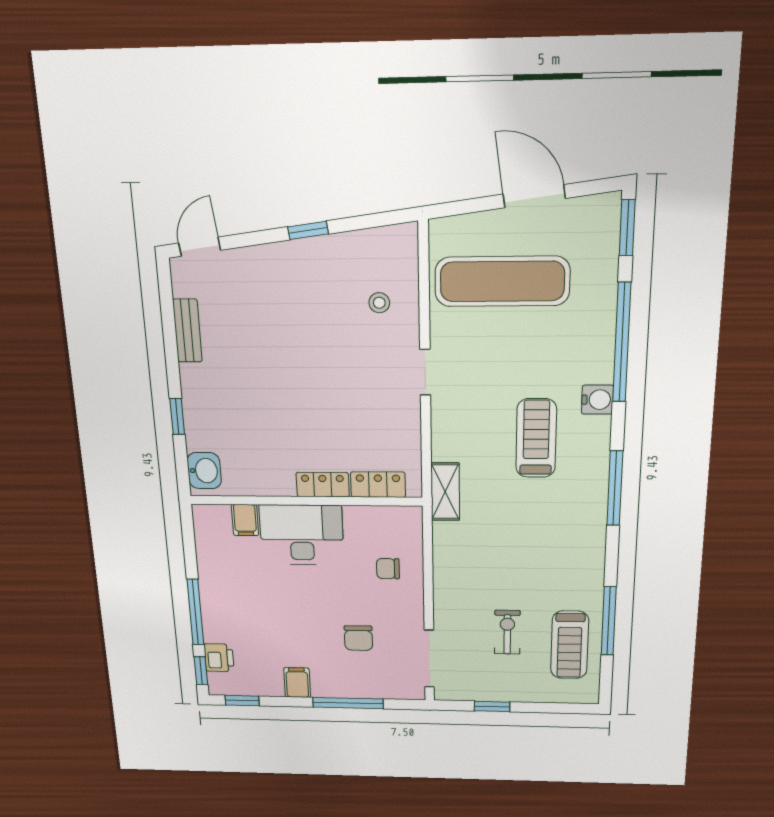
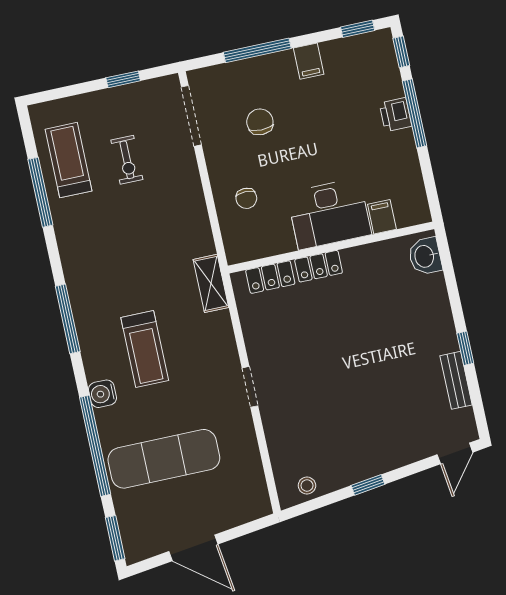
exercise mat: (502, 281) -> (164, 459), moved
stool: (379, 303) -> (307, 486), moved
window: (177, 416) -> (465, 348), moved
chair: (388, 569) -> (246, 198), turned 90
printer: (219, 658) -> (396, 115), moved

